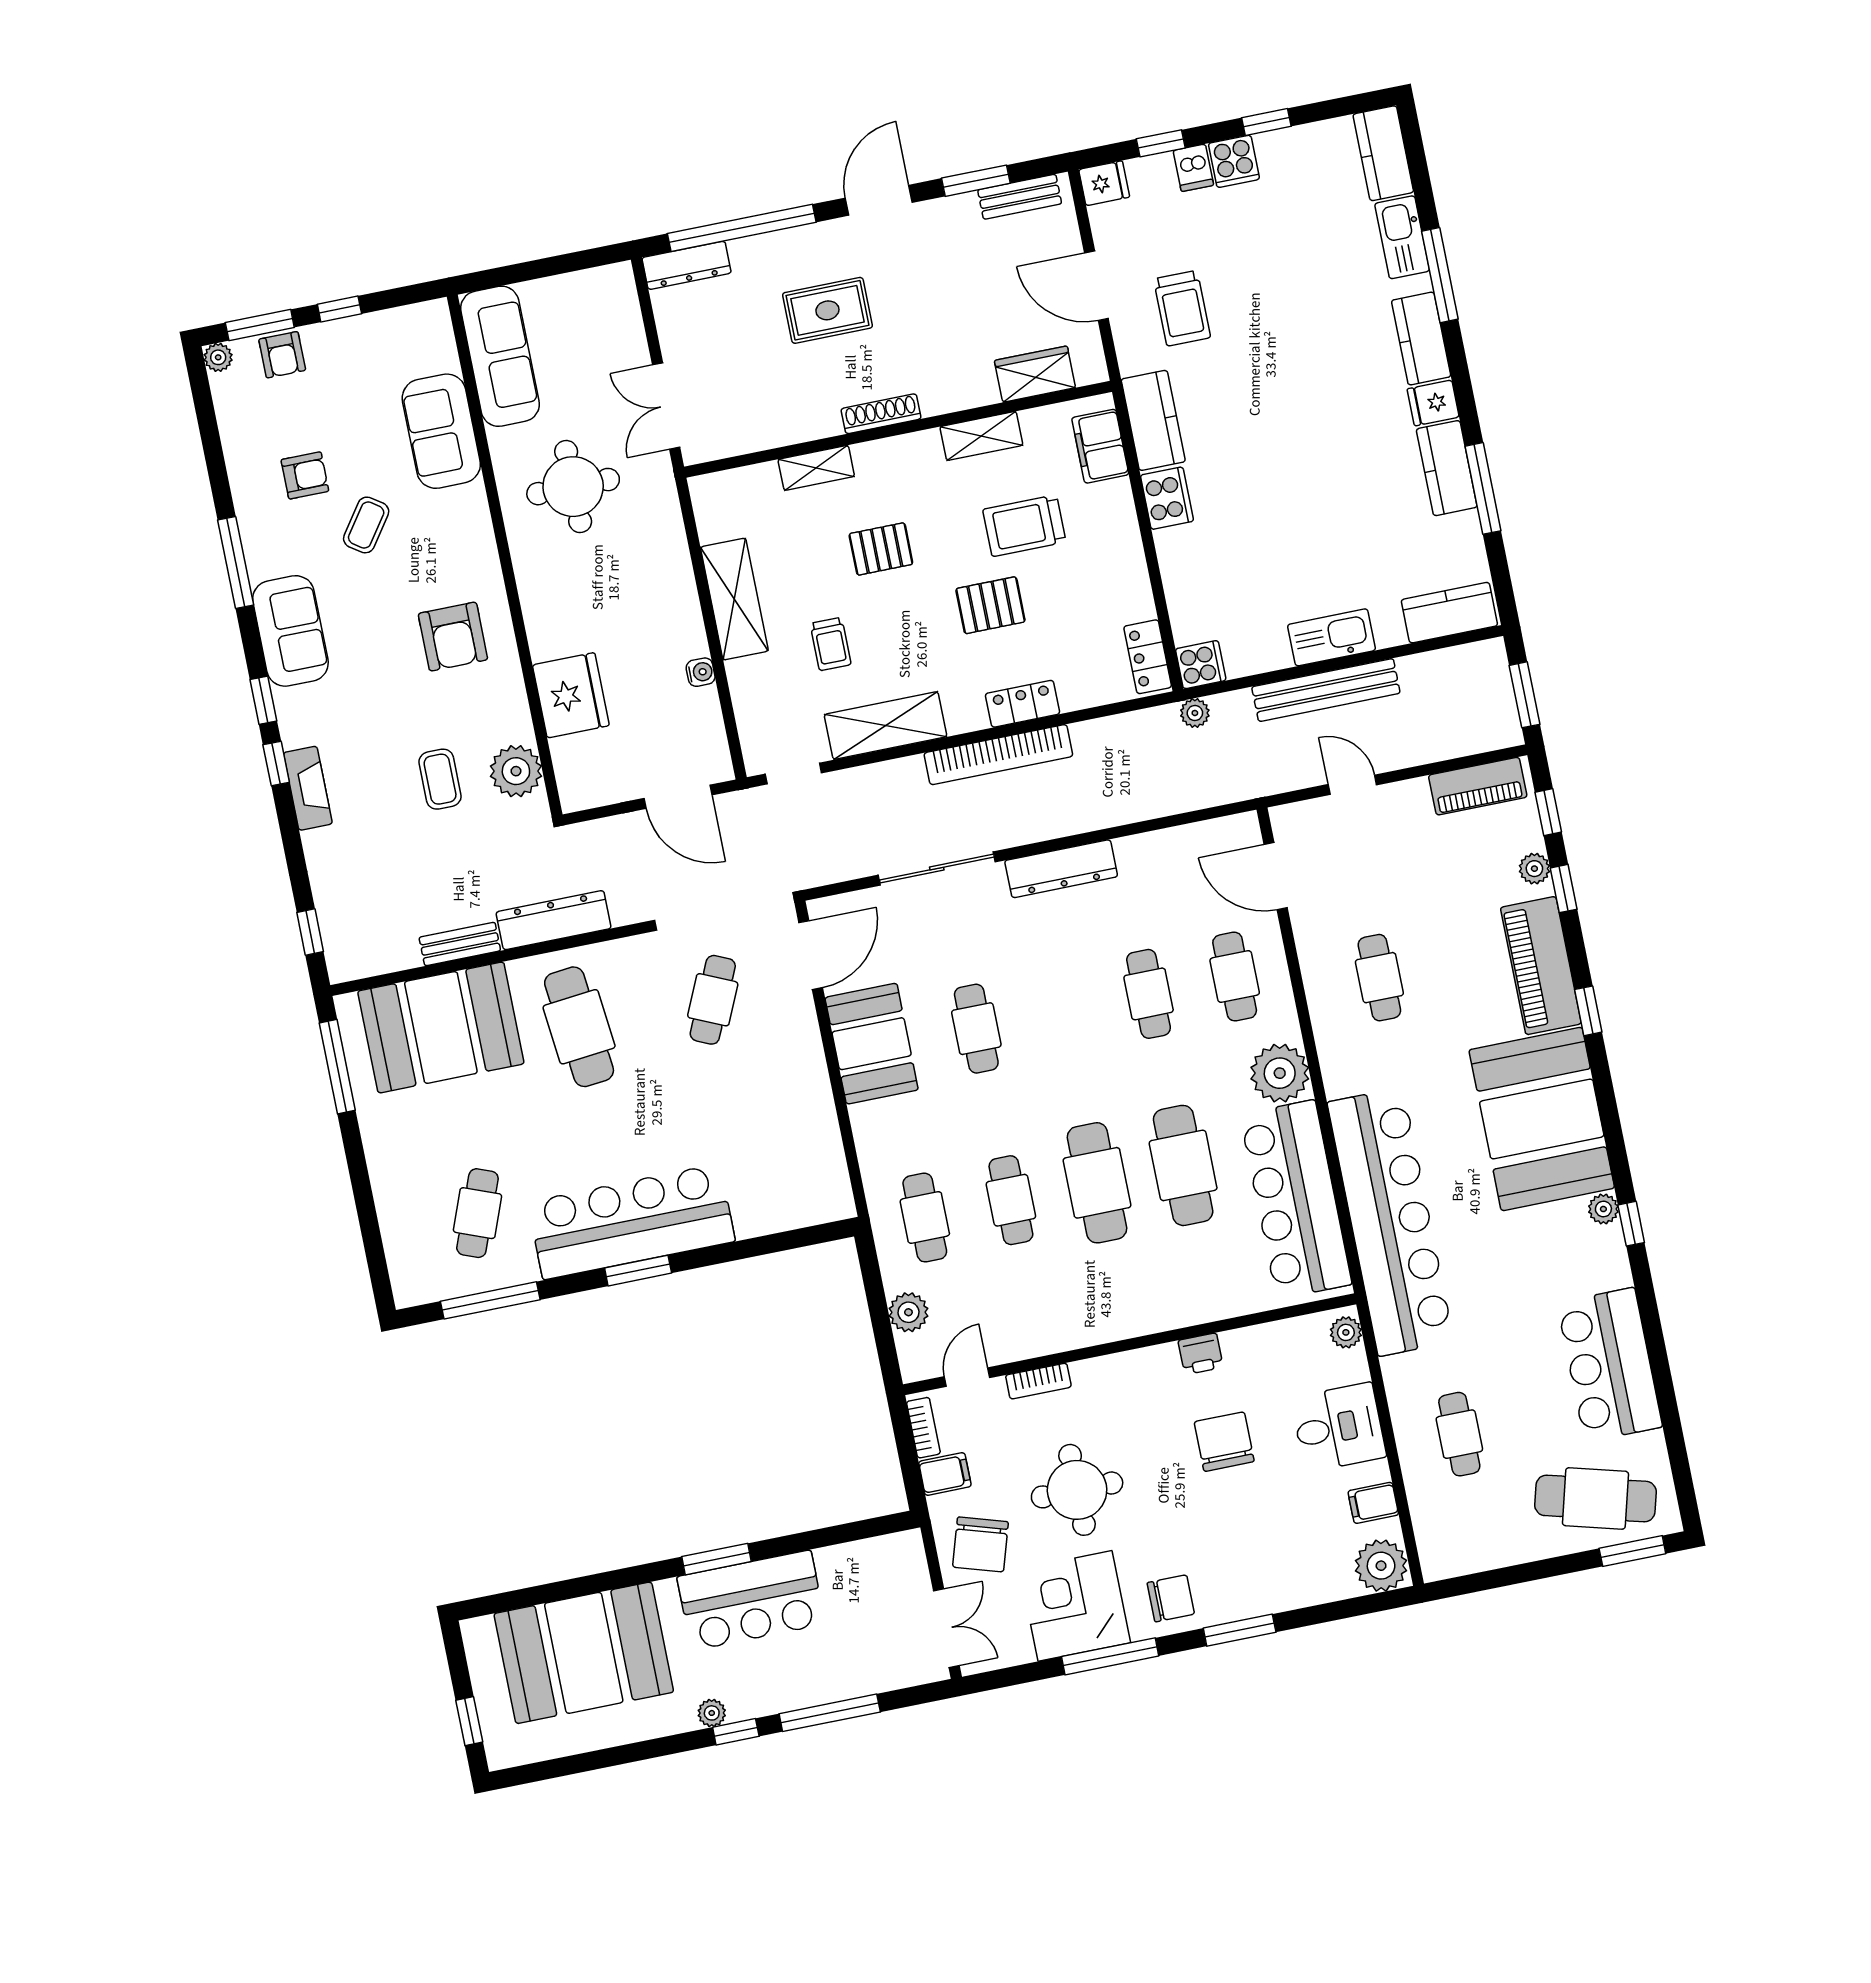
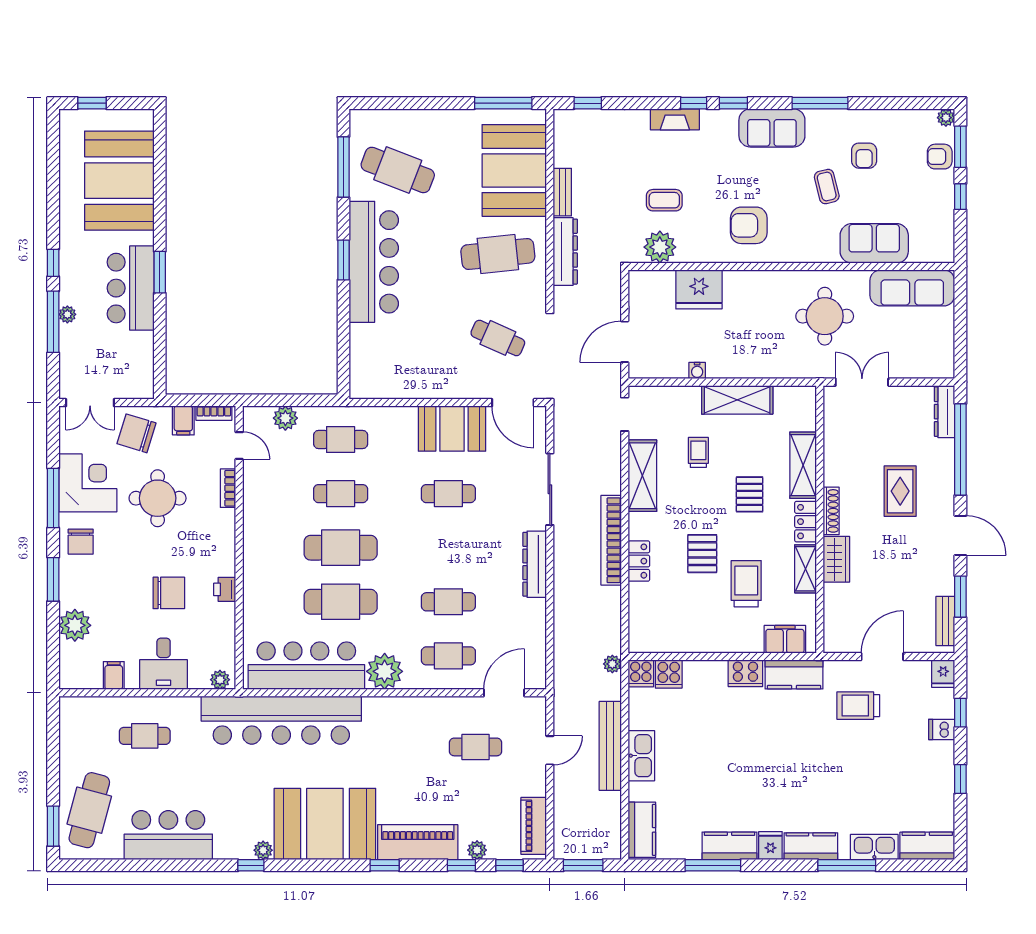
cooker: (1234, 161) -> (669, 674), moved, turned -90
wardrobe: (1035, 374) -> (836, 559), moved
shelving: (816, 468) -> (803, 465), width x1.50, depth x1.33
coffee table: (366, 525) -> (827, 187), turned 41
trolley: (831, 644) -> (698, 452), turned 90
locker: (1148, 657) -> (806, 522), moved, turned -90
cafe table: (1379, 978) -> (476, 747), moved
cafe table: (477, 1213) -> (398, 170), width x1.37, depth x1.35
plant: (1381, 1566) -> (75, 625), moved
plant: (712, 1713) -> (67, 314), moved

